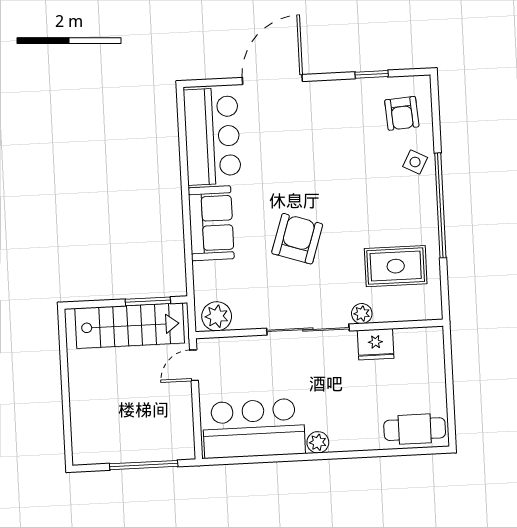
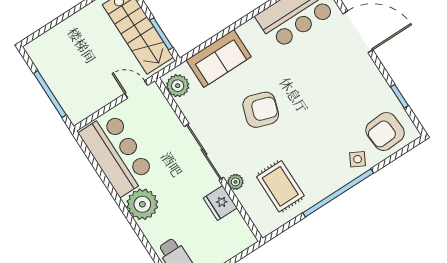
armchair: (402, 113) -> (385, 132), width x1.38, depth x1.38
sofa: (211, 223) -> (219, 58), moved
plant: (318, 442) -> (142, 204), width x1.87, depth x1.87

